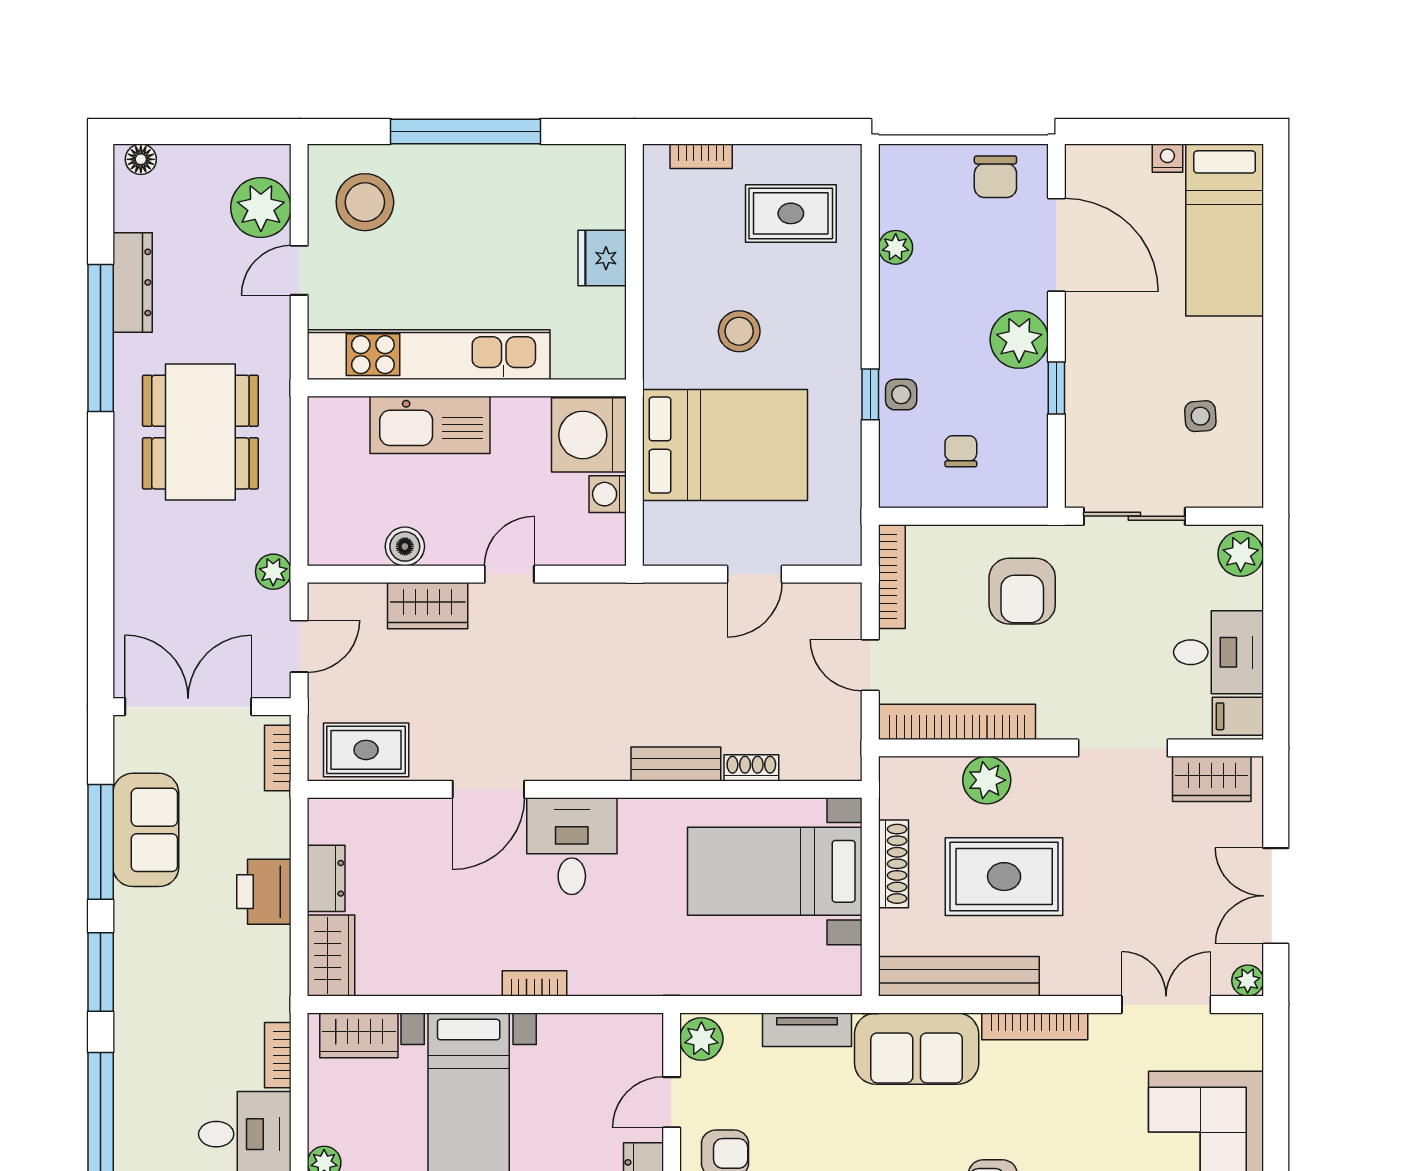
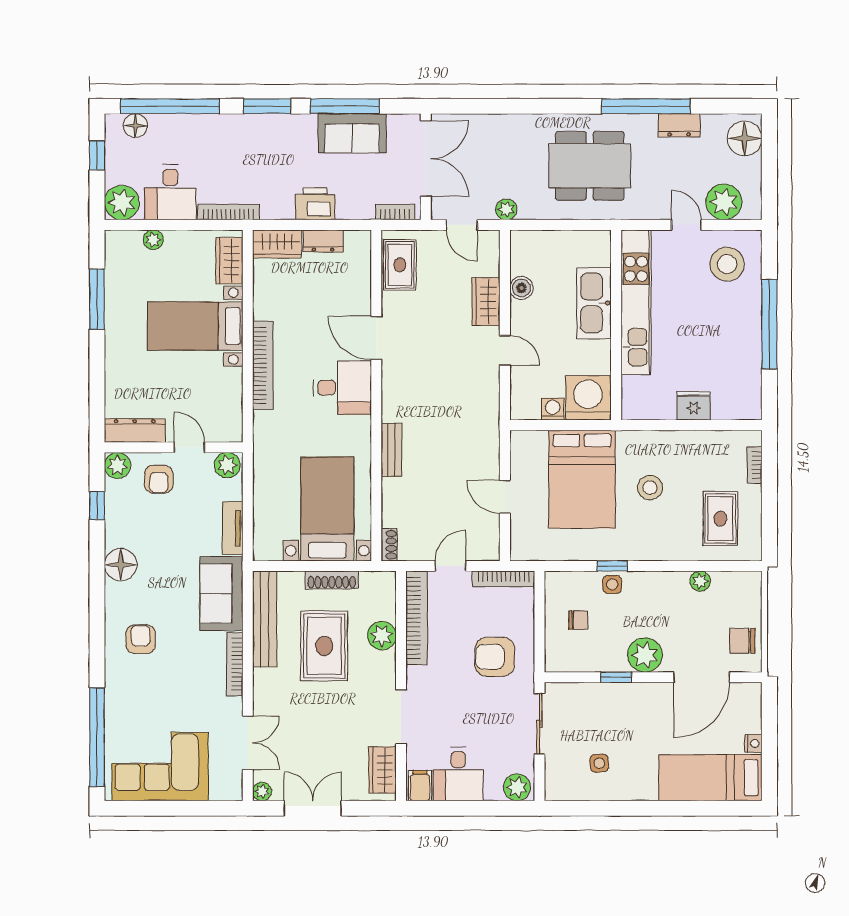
floor lamp: (141, 159) -> (745, 138), width x1.89, depth x1.89
dresser: (133, 282) -> (679, 125), width x0.70
shoe rack: (751, 768) -> (389, 545), moved
bookcase: (534, 983) -> (263, 365), width x2.31, depth x1.31
bookcase: (278, 1055) -> (229, 212), width x1.56

